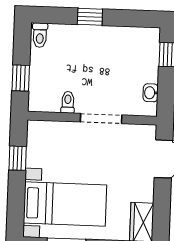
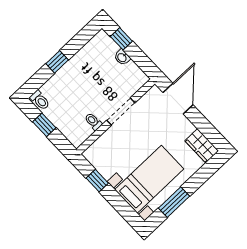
window: (21, 78) -> (44, 125), moved
washbasin: (151, 93) -> (122, 57), moved

